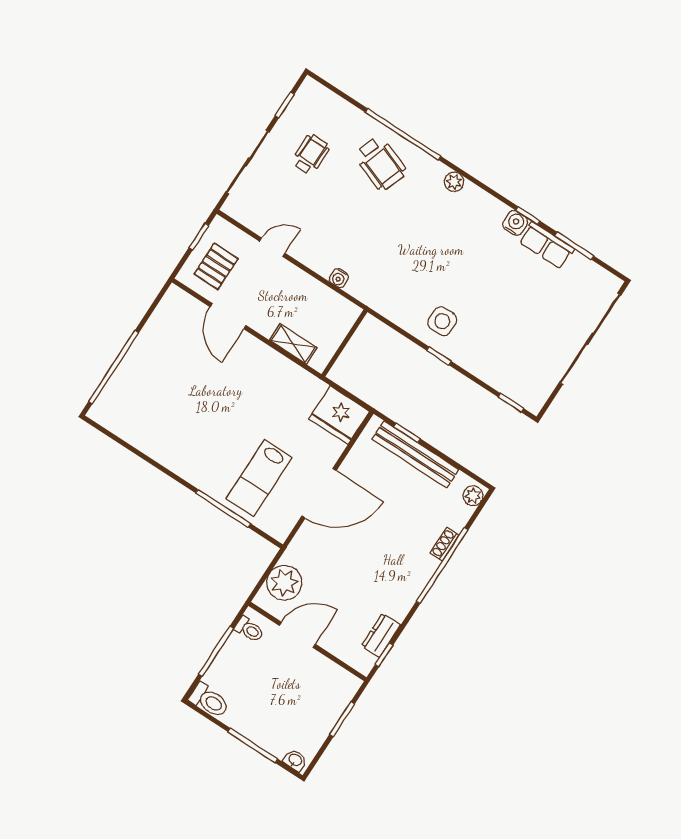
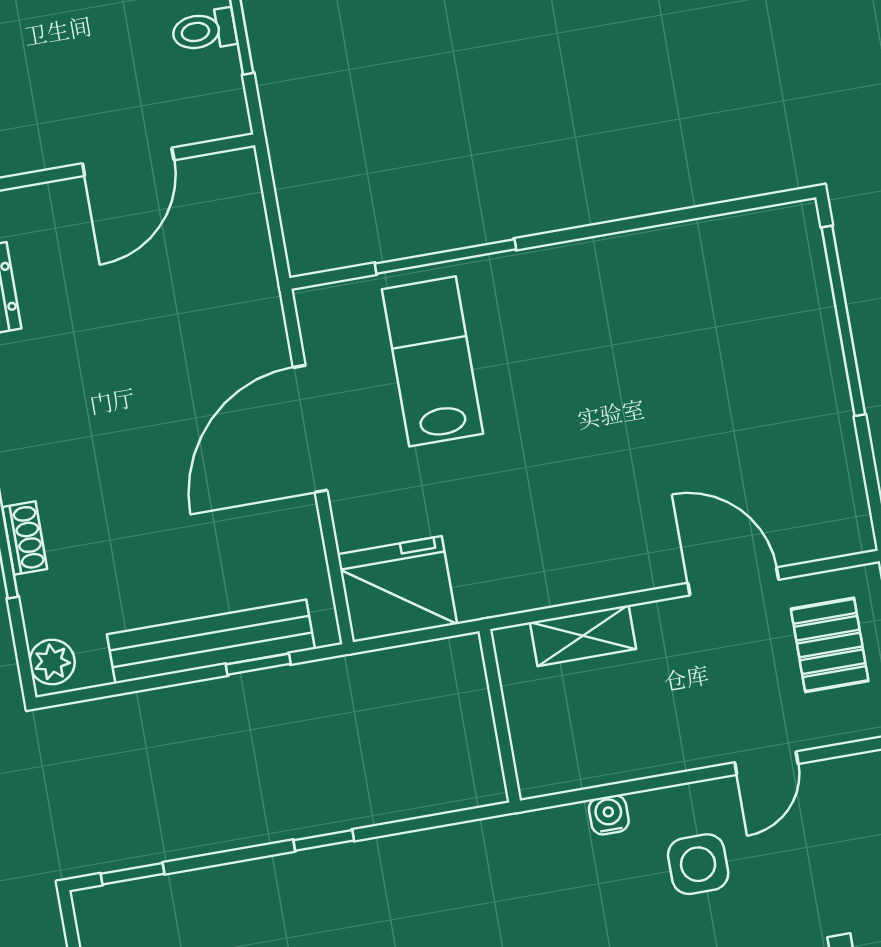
side table: (442, 321) -> (698, 864), moved
plant: (284, 583) -> (230, 228), removed
toilet: (249, 630) -> (204, 31), moved

